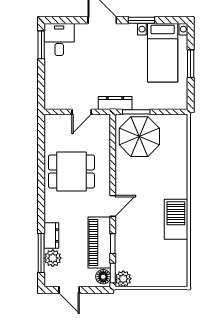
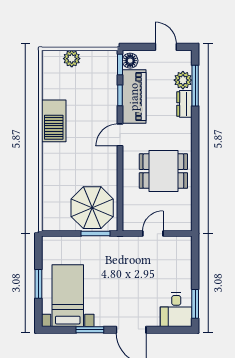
dresser: (115, 103) -> (118, 243), removed
plant: (123, 279) -> (72, 59), moved

